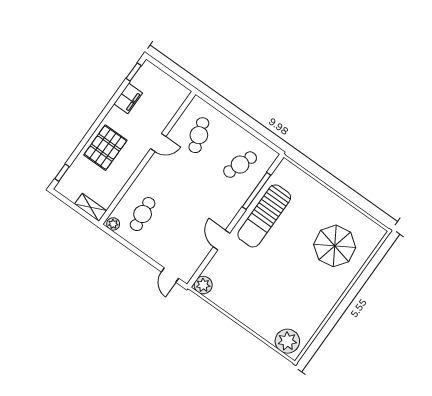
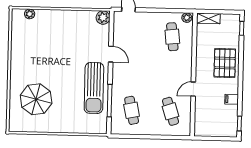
filing cabinet: (128, 98) -> (232, 99), width x0.50
cafe table: (240, 165) -> (132, 110), turned -33
sun lounger: (264, 216) -> (94, 88), turned 180
plant: (287, 341) -> (30, 14), width x0.53, depth x0.53

